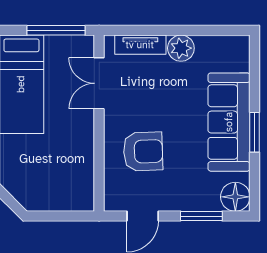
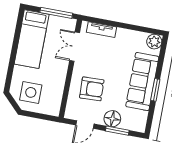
plant: (181, 48) -> (154, 42), moved
side table: (38, 178) -> (31, 92), added
floor lamp: (235, 197) -> (112, 119), moved

